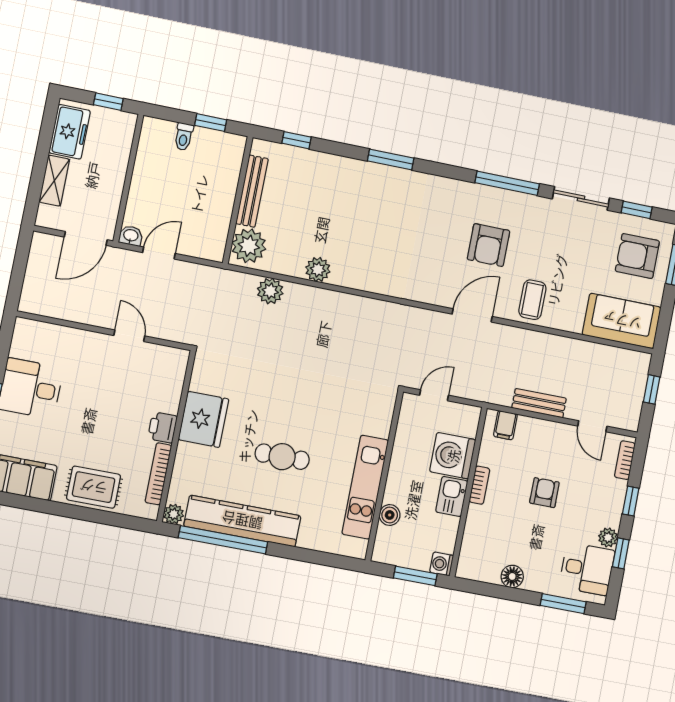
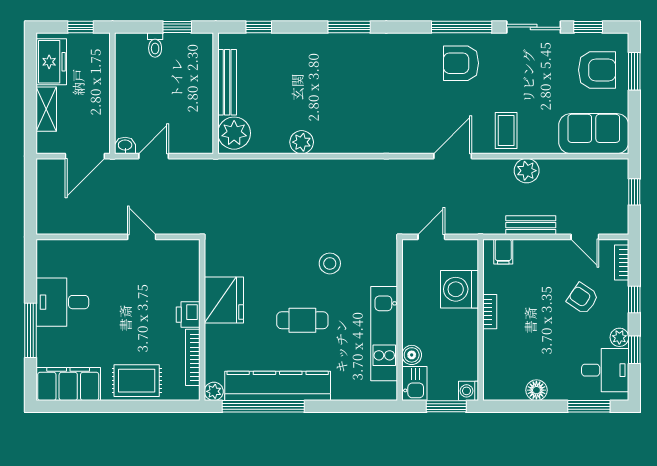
armchair: (489, 245) -> (461, 63), moved, turned 90
armchair: (637, 256) -> (597, 70), turned 180
plant: (270, 291) -> (527, 171), moved
stool: (323, 402) -> (330, 263), added
armchair: (544, 493) -> (583, 298), moved, turned -56
kitchen sink: (452, 496) -> (414, 384), moved, turned 180

